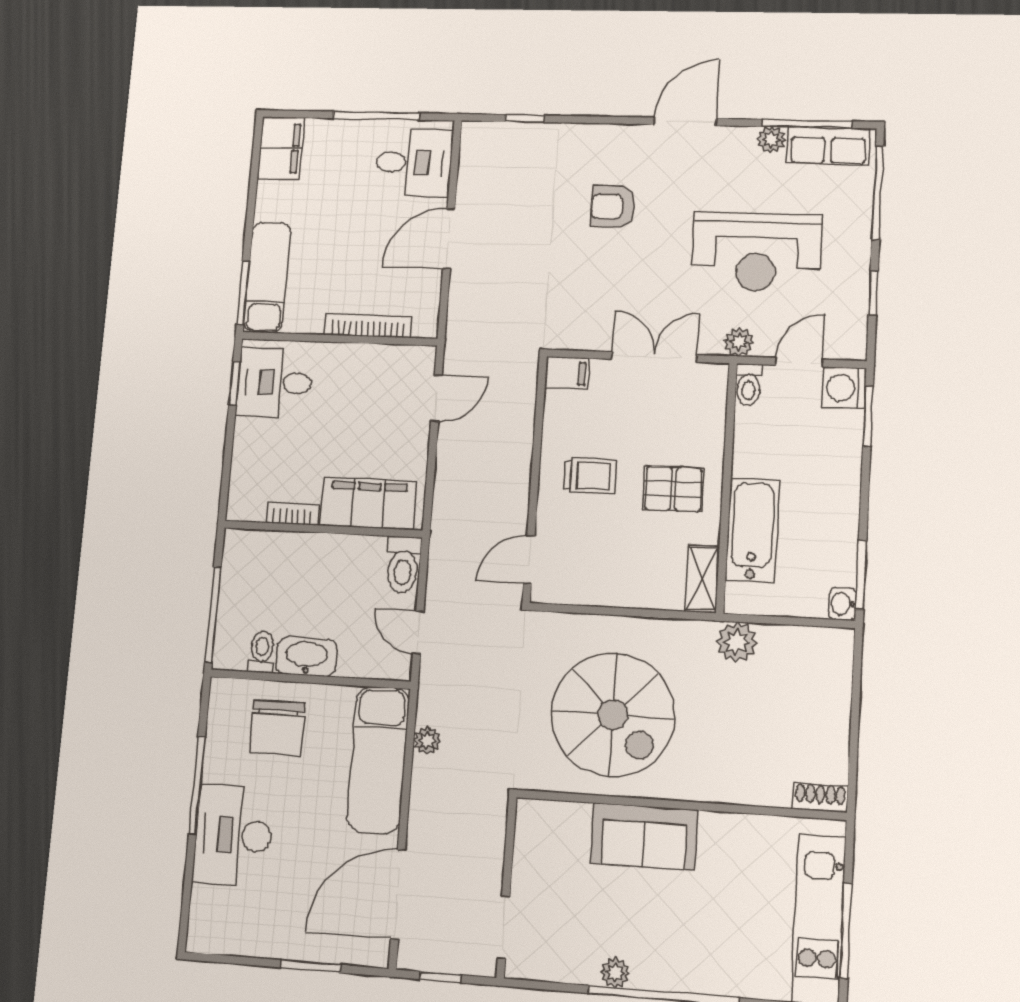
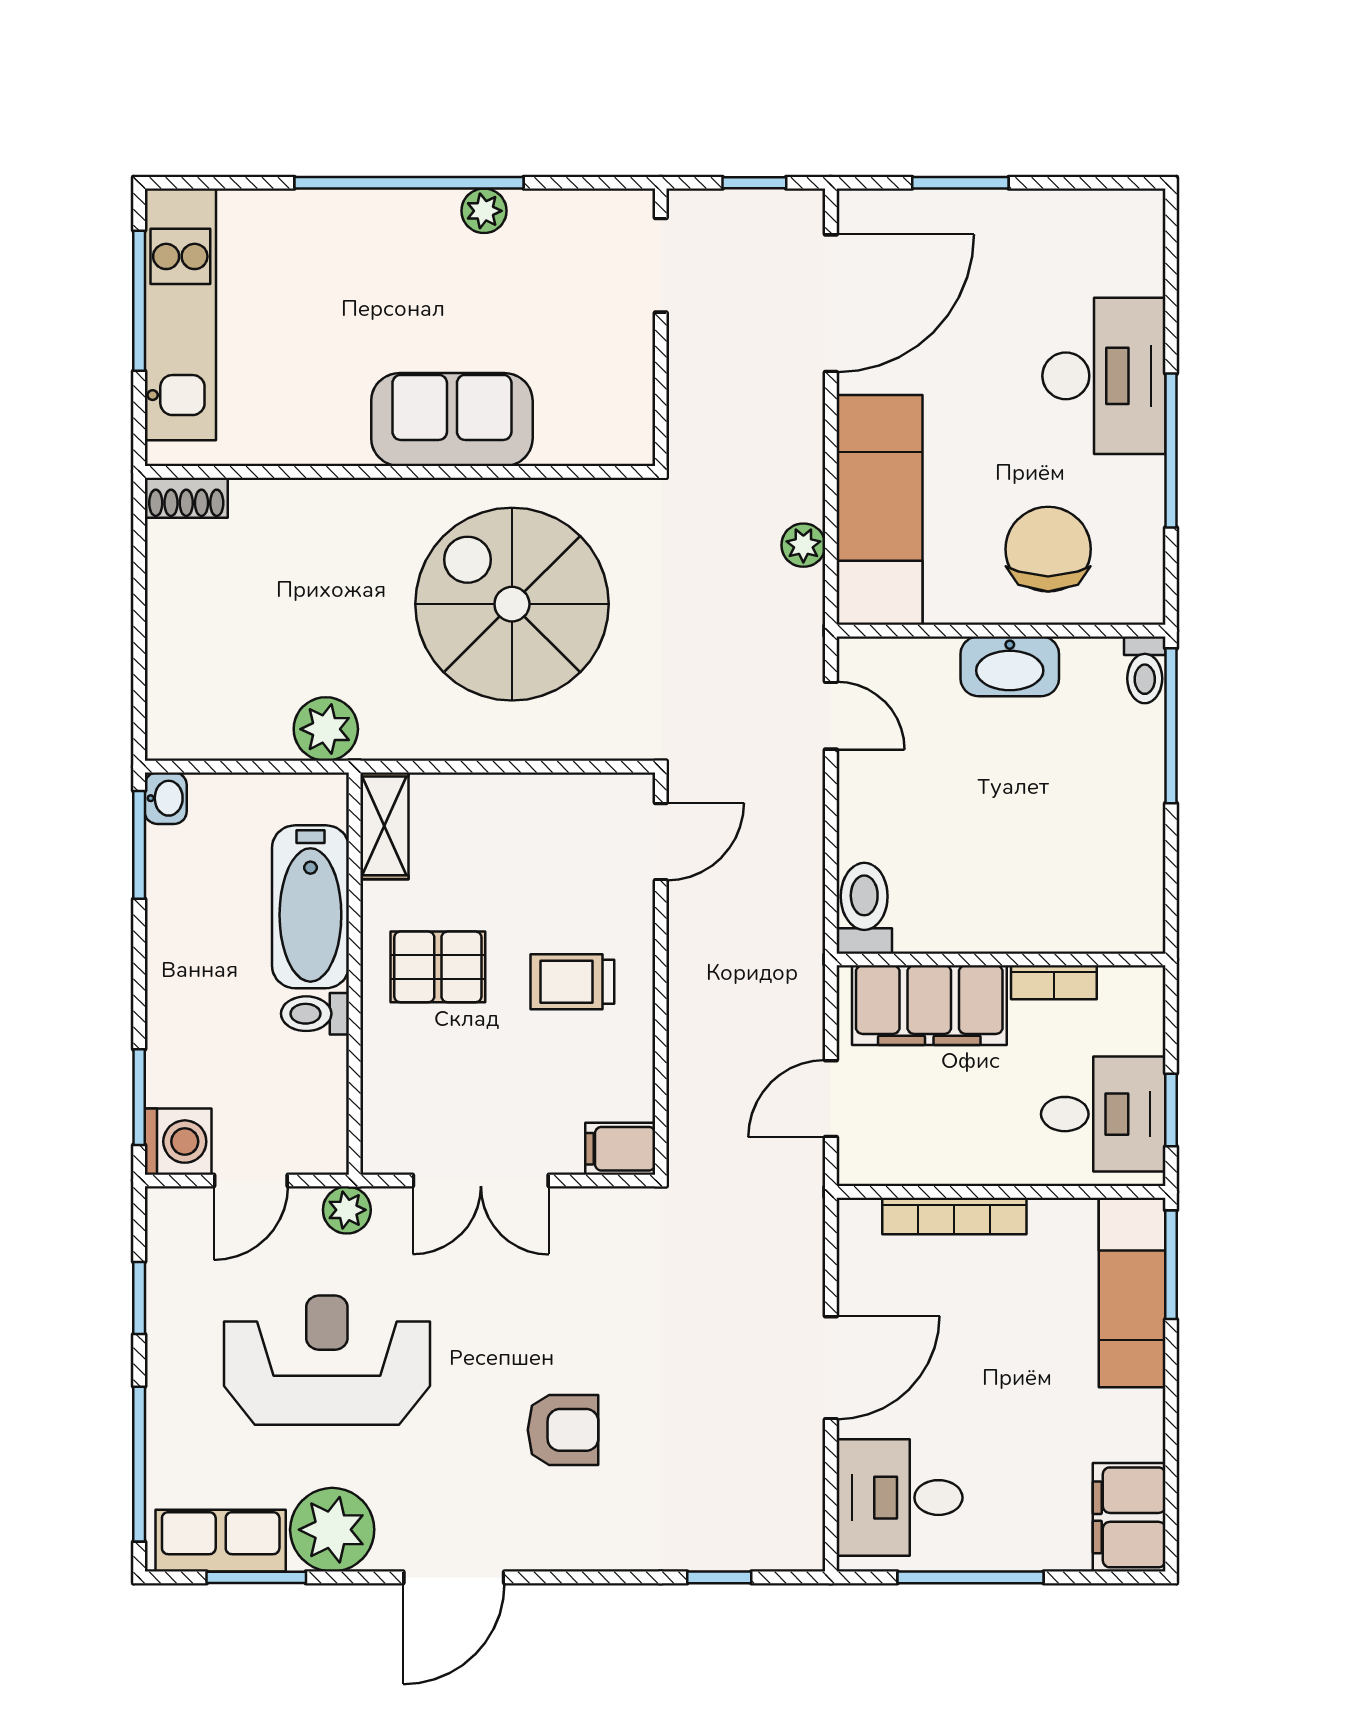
window: (807, 124) -> (256, 1577), width x0.69
plant: (771, 140) -> (332, 1530), width x1.87, depth x1.87
toilet: (749, 385) -> (315, 1014), moved, turned -90
filing cabinet: (368, 503) -> (929, 1005), moved
bookcase: (292, 514) -> (1054, 982), moved
wall: (323, 529) -> (1001, 959), moved
toilet: (403, 565) -> (864, 908), moved
toilet: (262, 652) -> (1145, 670), moved

